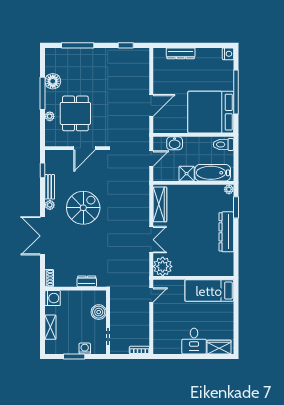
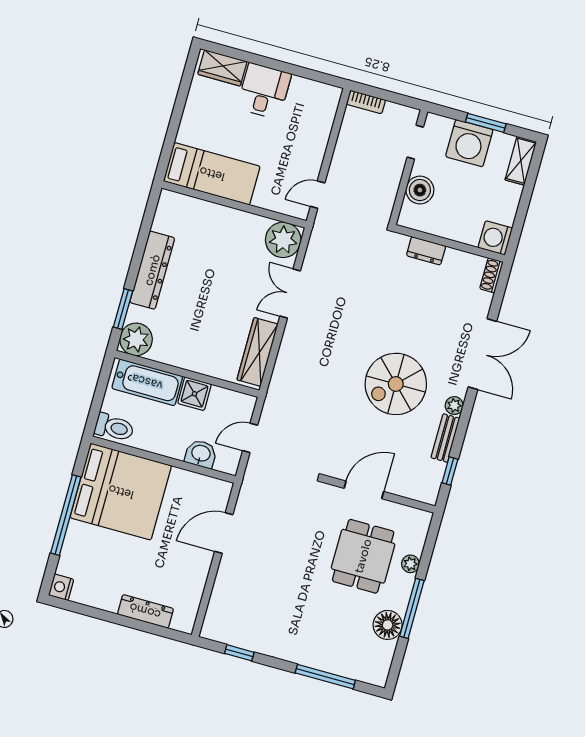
plant: (229, 189) -> (136, 339), width x1.87, depth x1.87
shelving: (50, 327) -> (521, 161), moved
washing machine: (85, 349) -> (469, 143), width x1.89, depth x1.89

